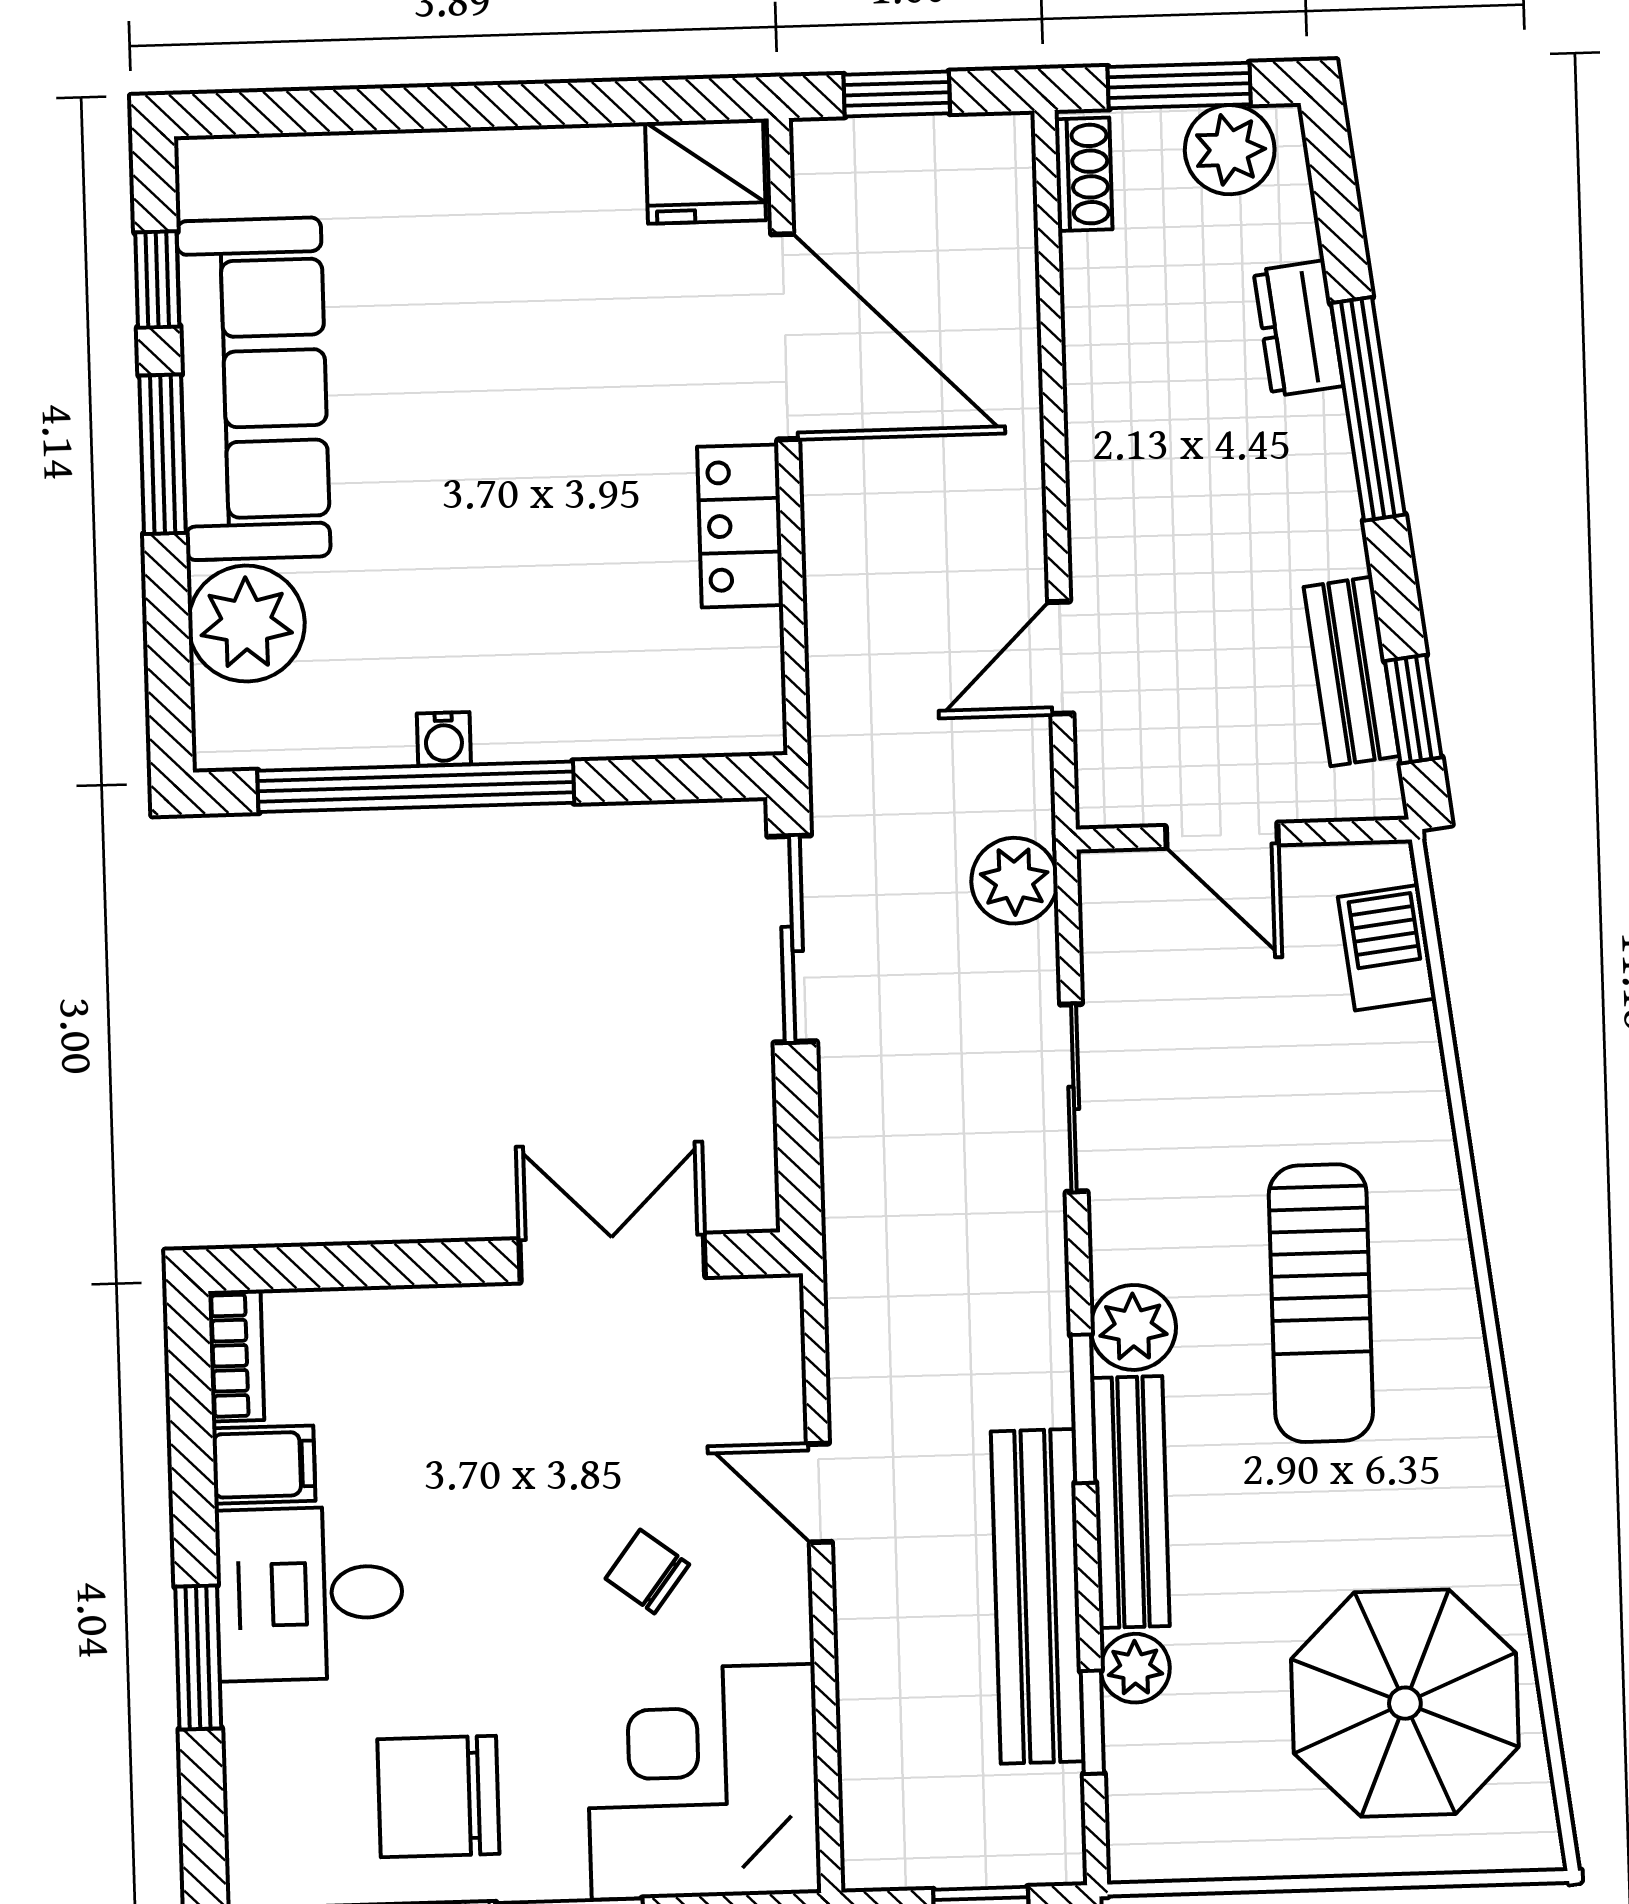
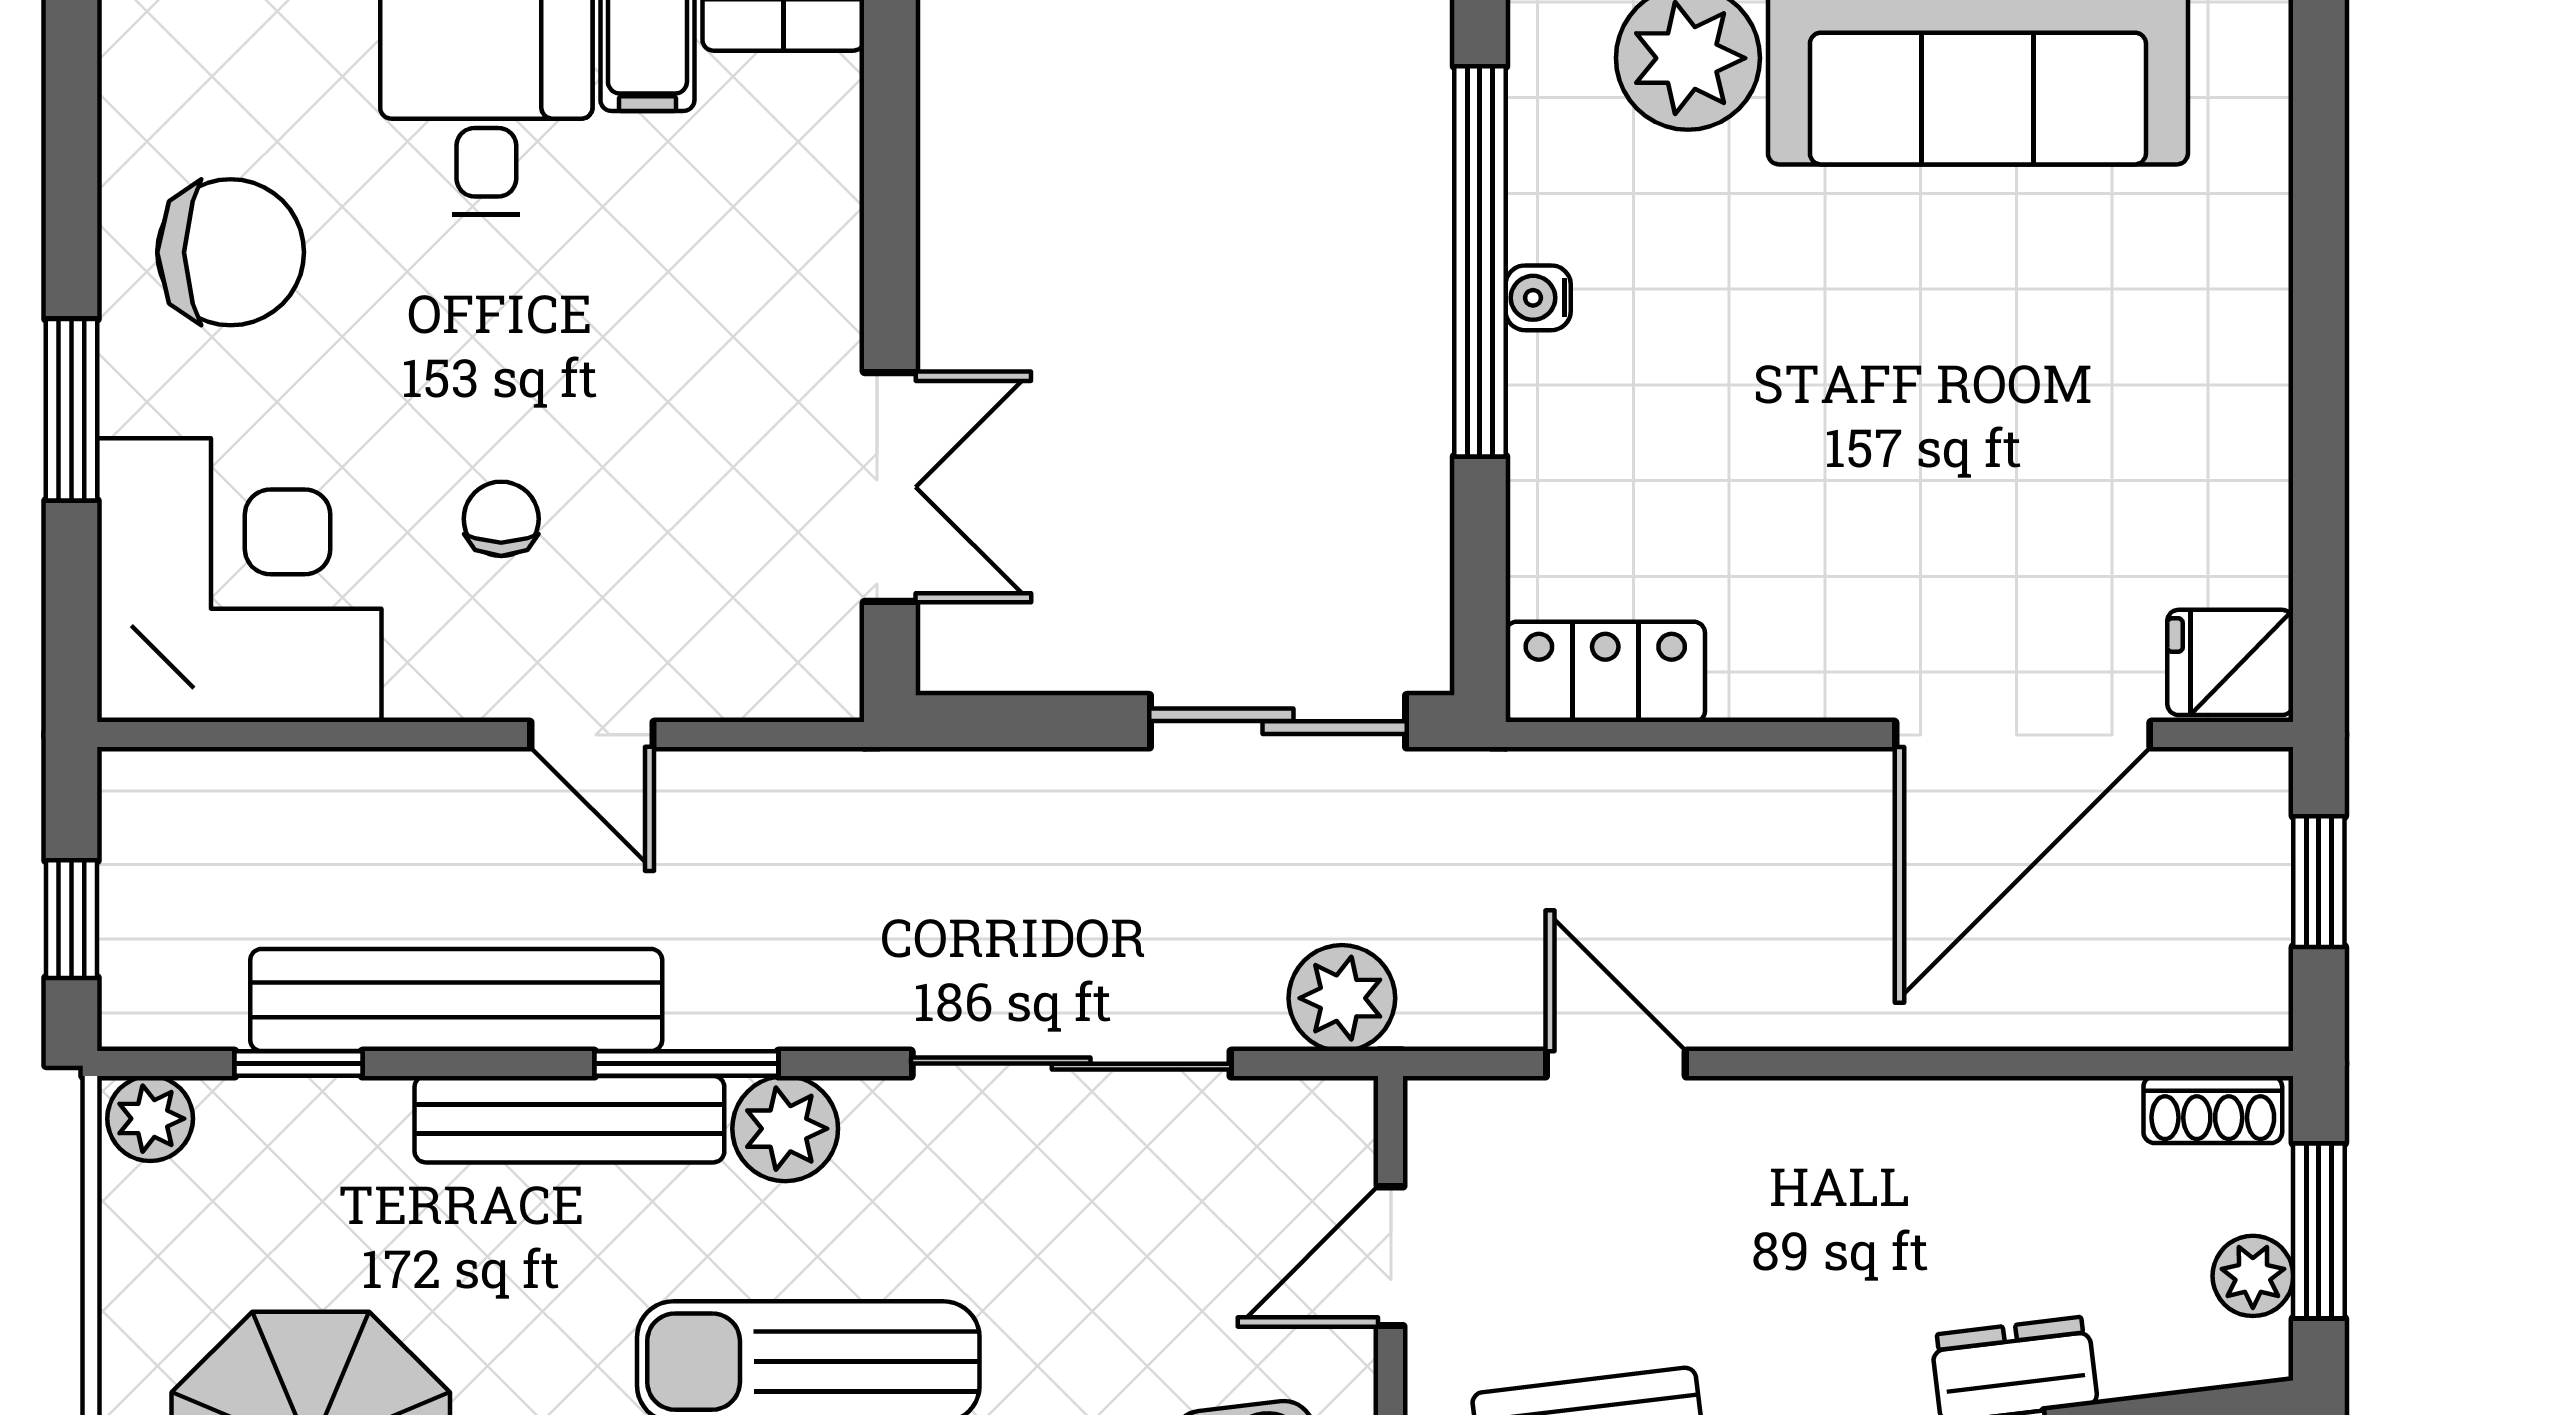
plant: (1230, 150) -> (2253, 1276), width x0.73, depth x0.73
fridge: (705, 171) -> (2230, 662), width x0.72
locker: (740, 526) -> (1605, 672), moved
sliding door: (1074, 1098) -> (1071, 1064), width x1.37
door: (819, 1493) -> (592, 735), swing flipped
chair: (647, 1572) -> (501, 519), turned -37
plant: (1135, 1668) -> (150, 1119), moved
chair: (438, 1797) -> (231, 252), turned 90

